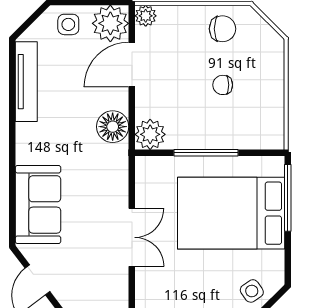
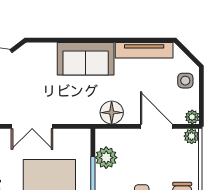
plant: (110, 23) -> (192, 117), width x0.53, depth x0.53
plant: (150, 134) -> (106, 158), moved
sofa: (38, 204) -> (86, 59), moved

